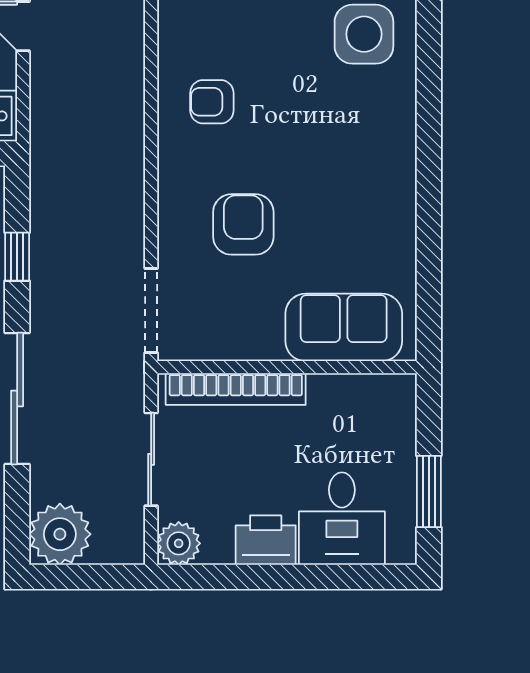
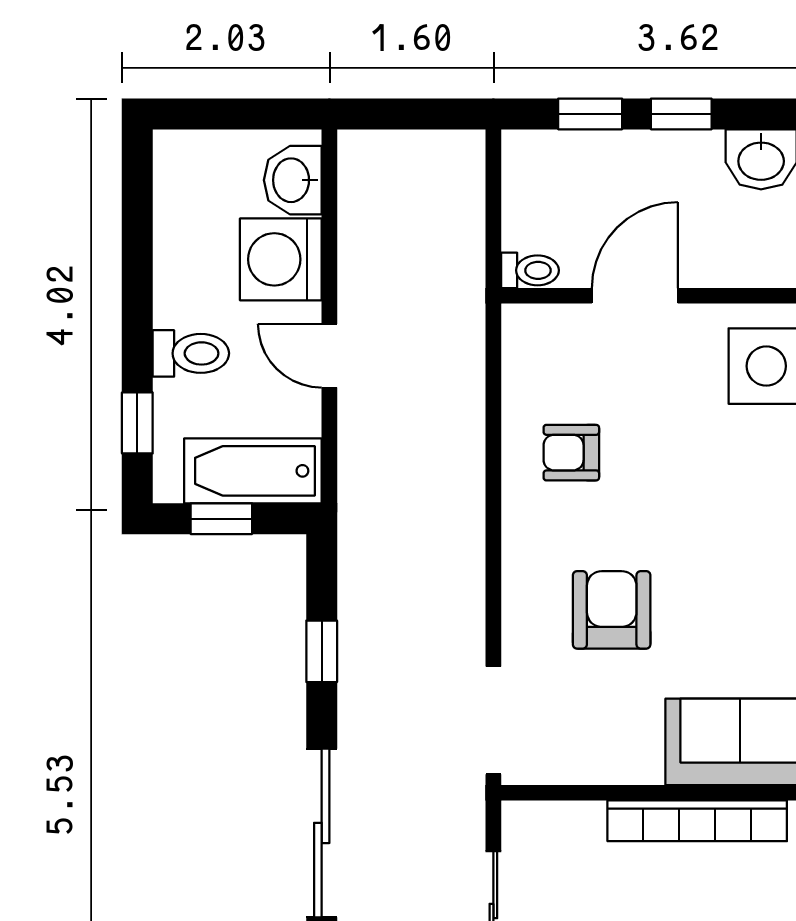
bookcase: (236, 389) -> (697, 821), moved

